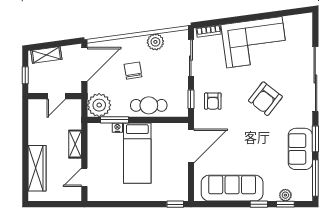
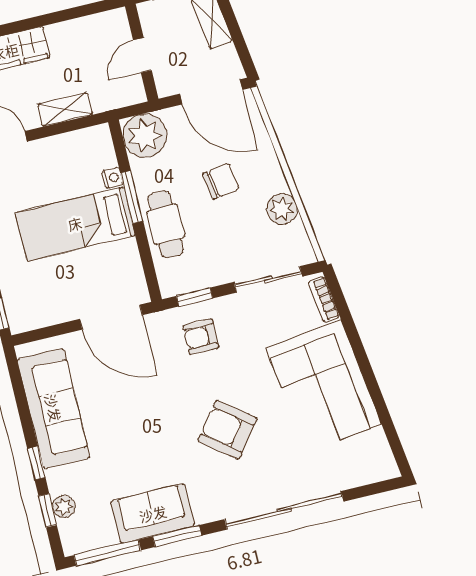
door: (56, 96) -> (142, 55), hinge flipped
window: (114, 120) -> (132, 197), moved

